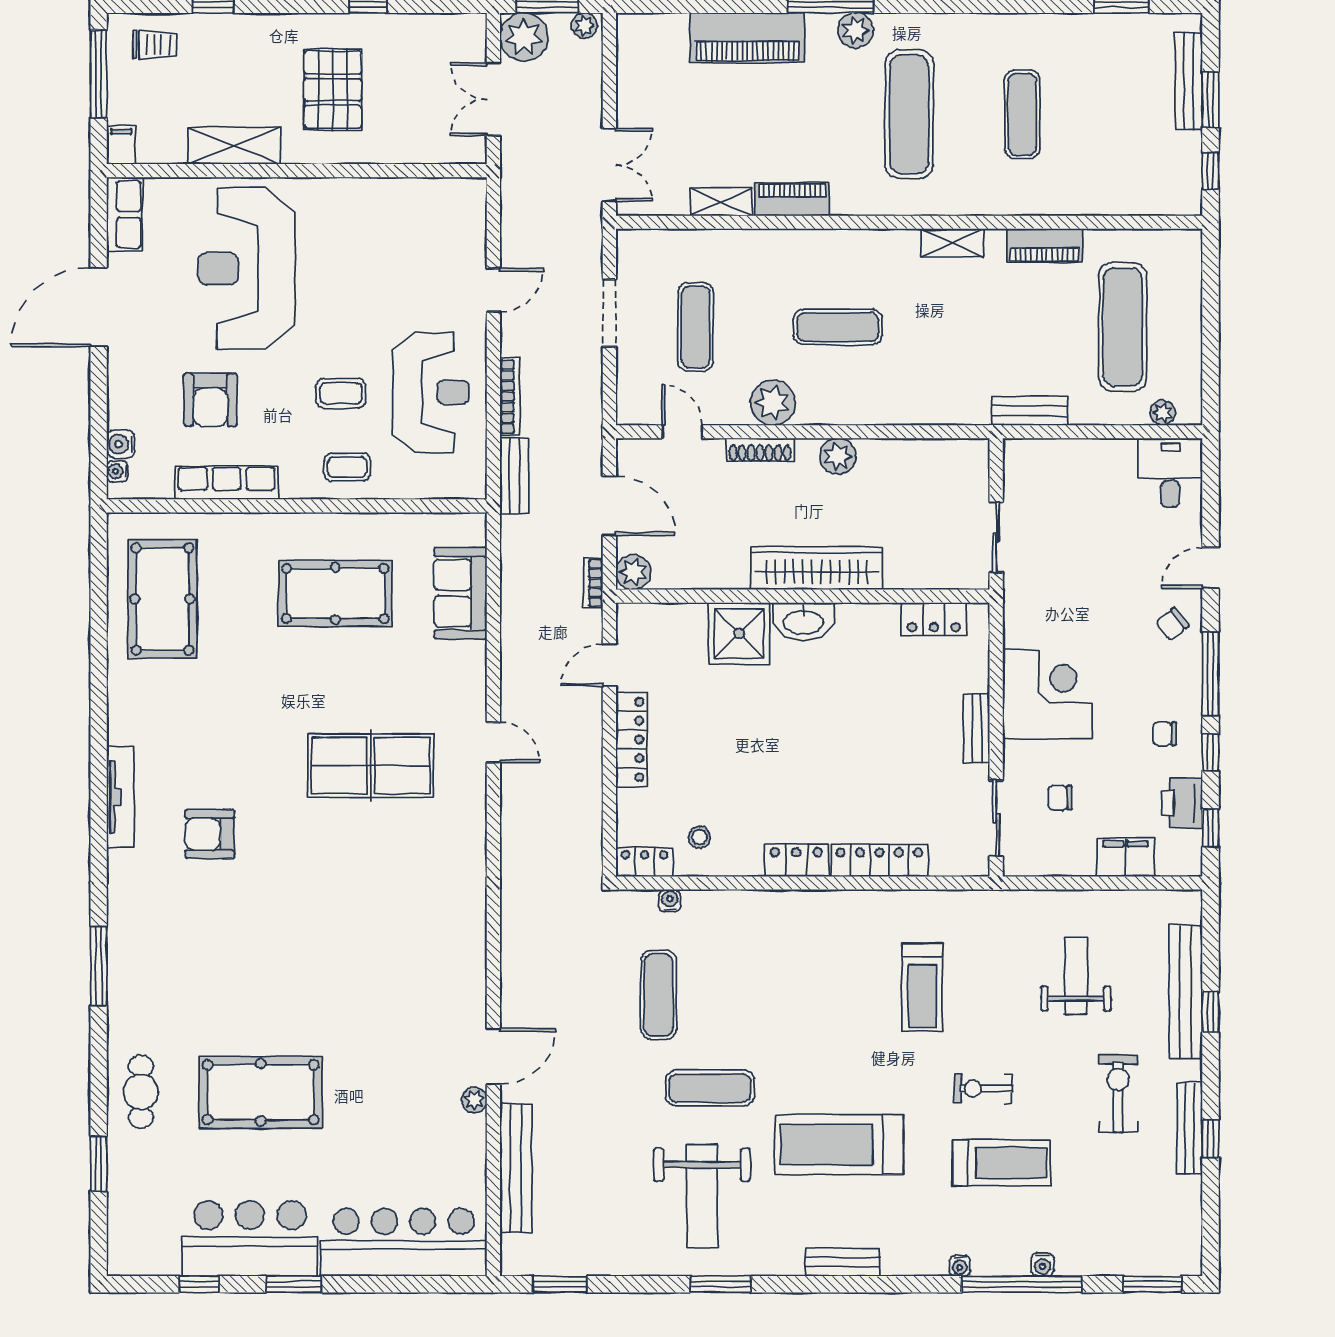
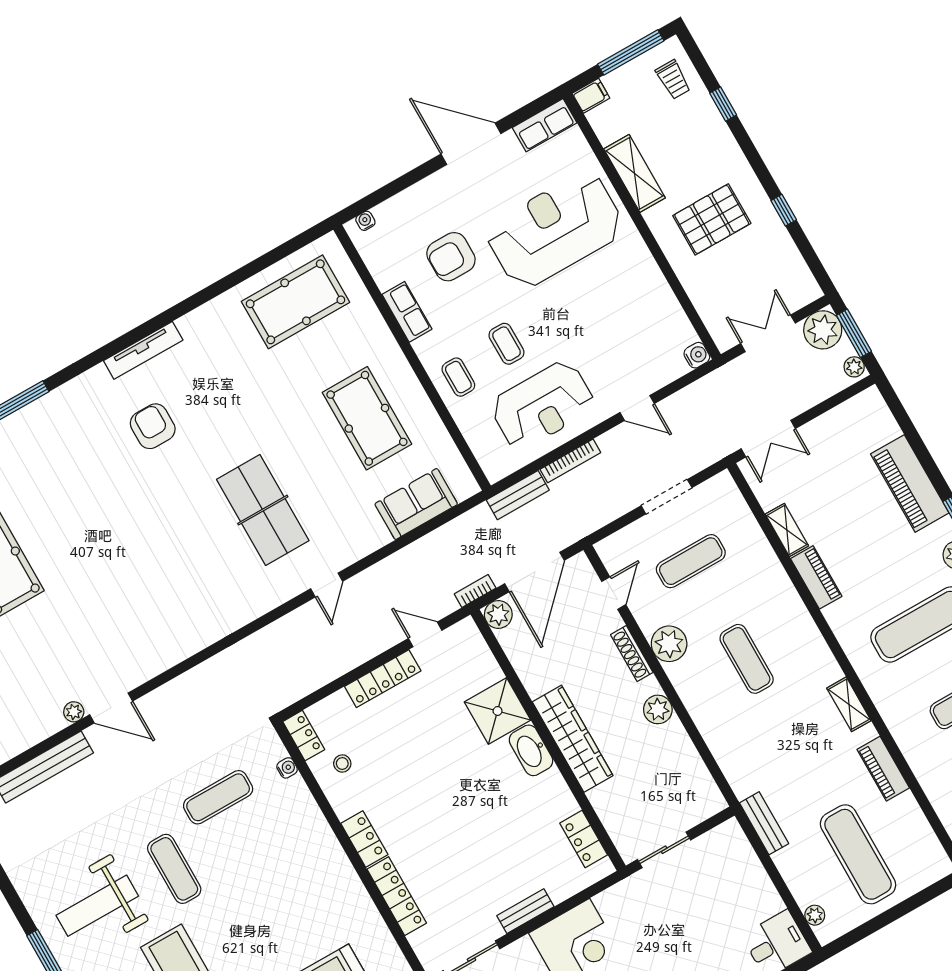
exercise mat: (1123, 327) -> (858, 854), turned 90
water cooler: (121, 444) -> (697, 355), moved, turned 90
row of seats: (227, 483) -> (407, 312), width x0.68
door: (609, 506) -> (535, 572), width x1.36

